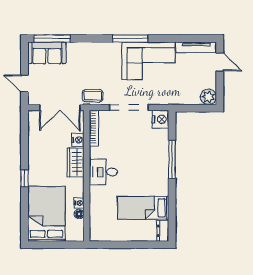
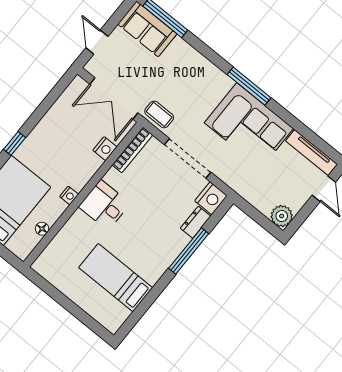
wardrobe: (75, 162) -> (83, 170), removed
nightstand: (79, 203) -> (69, 195), moved
dresser: (163, 231) -> (196, 222), moved

